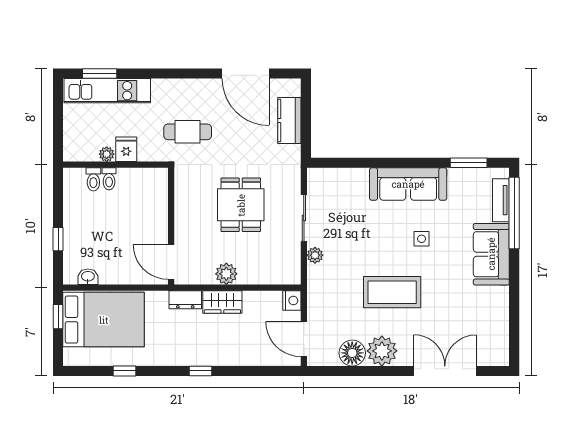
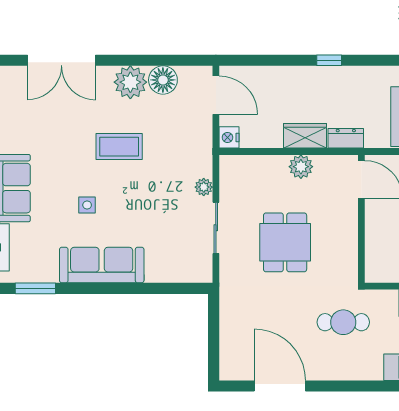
kitchen counter: (289, 121) -> (232, 335), removed
coffee table: (392, 292) -> (119, 147), width x0.73, depth x0.76

